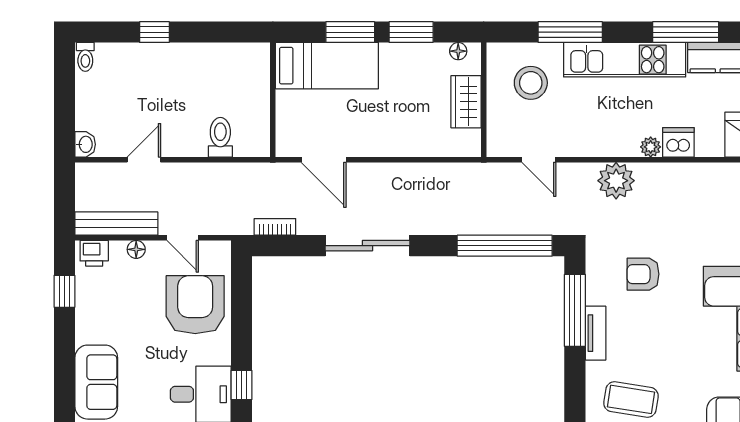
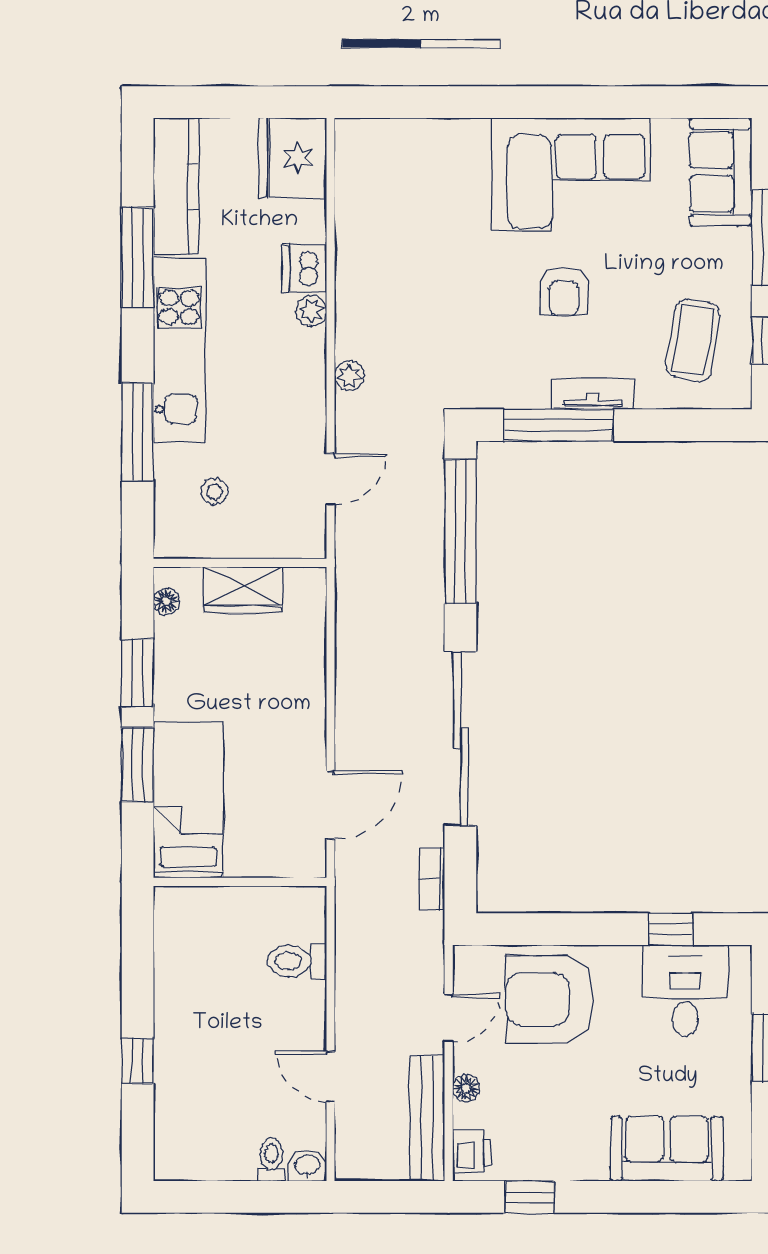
toilet: (85, 57) -> (271, 1159), moved, turned -90
stool: (531, 83) -> (214, 492), width x0.53, depth x0.53
plant: (616, 181) -> (349, 376), width x0.53, depth x0.53
sliding door: (367, 246) -> (460, 739), width x1.36
armchair: (643, 274) -> (564, 291), moved

